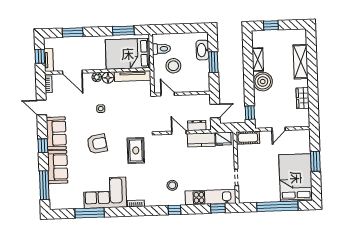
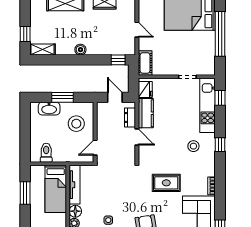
bed: (128, 54) -> (56, 189), width x0.67
shelving: (258, 60) -> (43, 49), moved
stool: (173, 66) -> (76, 124), moved
boiler: (263, 82) -> (80, 50), width x0.54, depth x0.54
door: (179, 132) -> (137, 137), swing flipped
rug: (136, 150) -> (166, 183), moved

